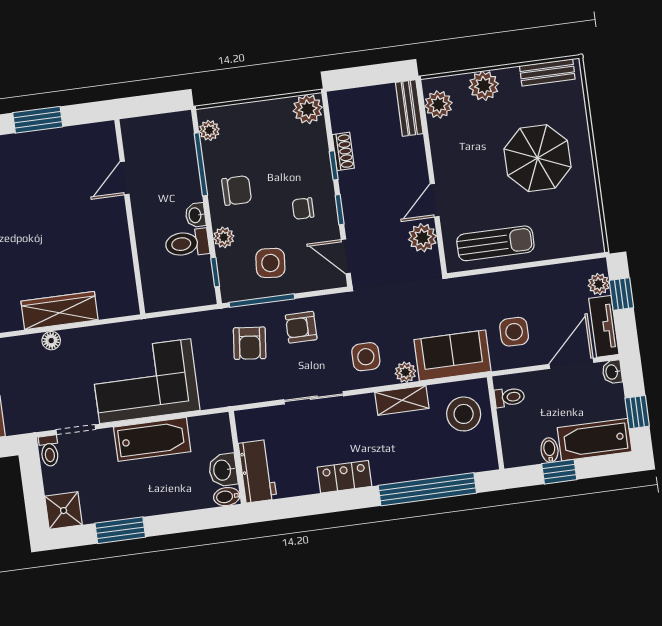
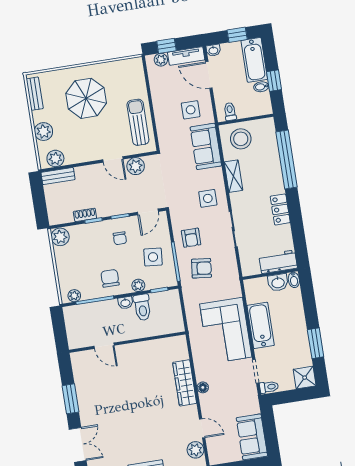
plant: (405, 372) -> (217, 174), removed

